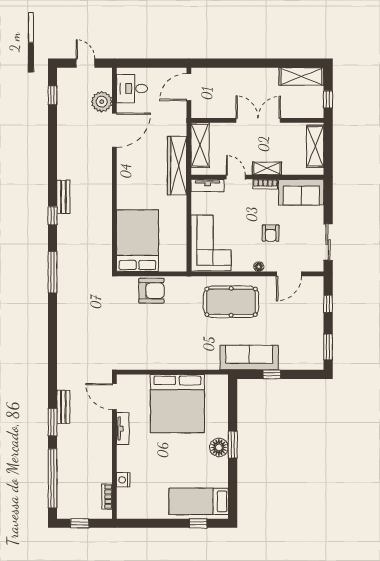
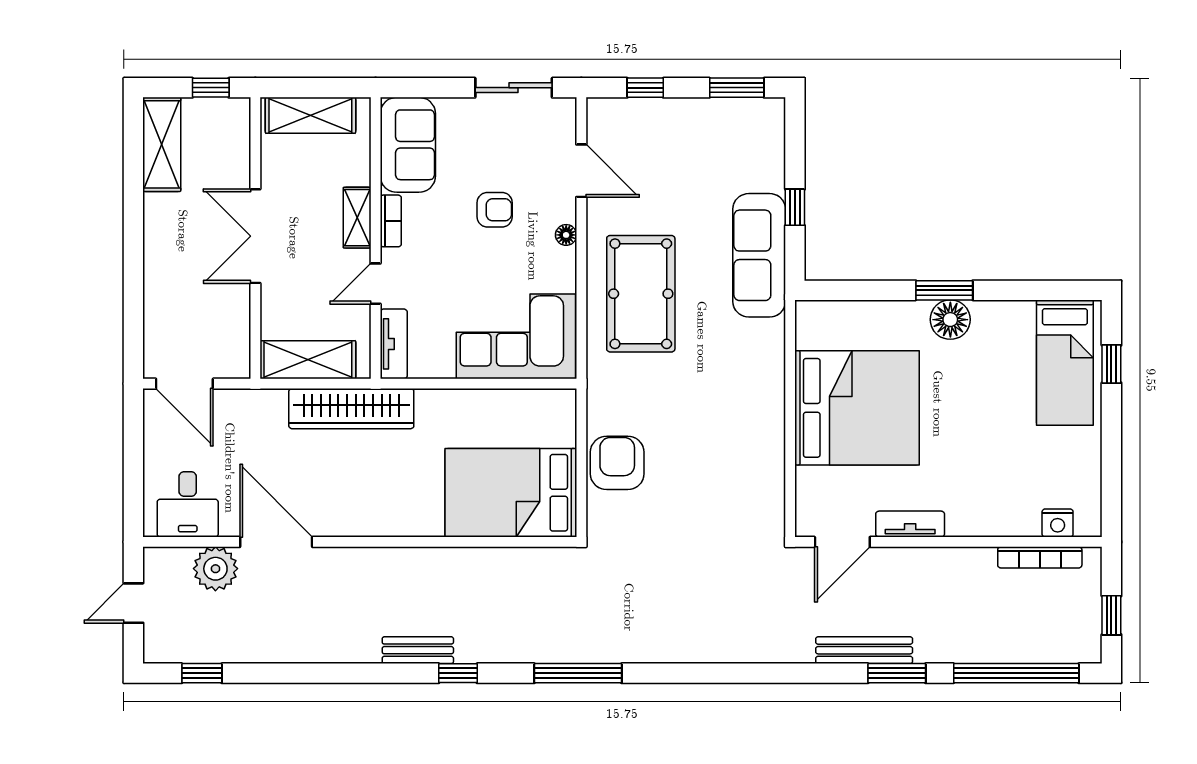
bench: (63, 407) -> (864, 650), width x1.36
nightstand: (123, 480) -> (1058, 523), moved
bookcase: (107, 497) -> (1040, 557), width x1.56

